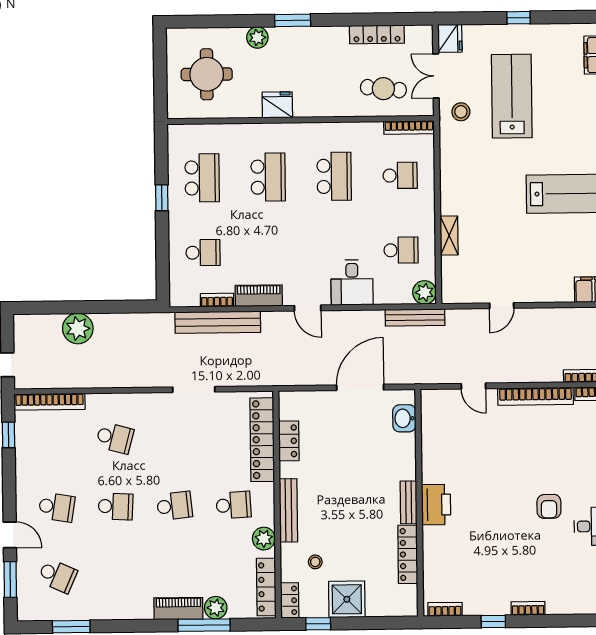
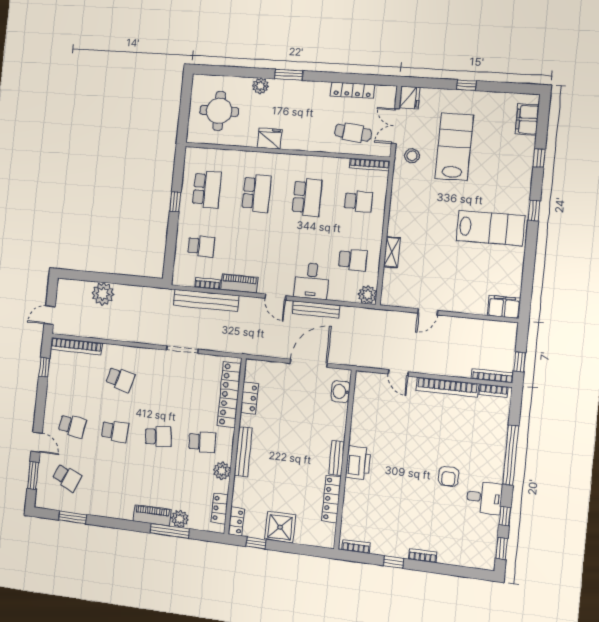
bench: (415, 317) -> (316, 309), moved
stool: (315, 562) -> (259, 494), removed
locker: (266, 587) -> (220, 508), width x0.66

